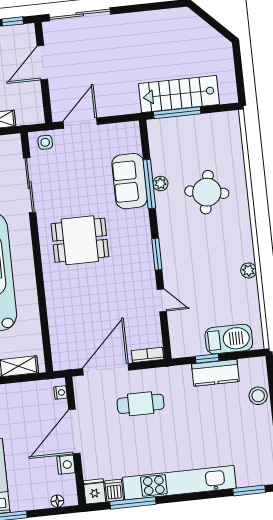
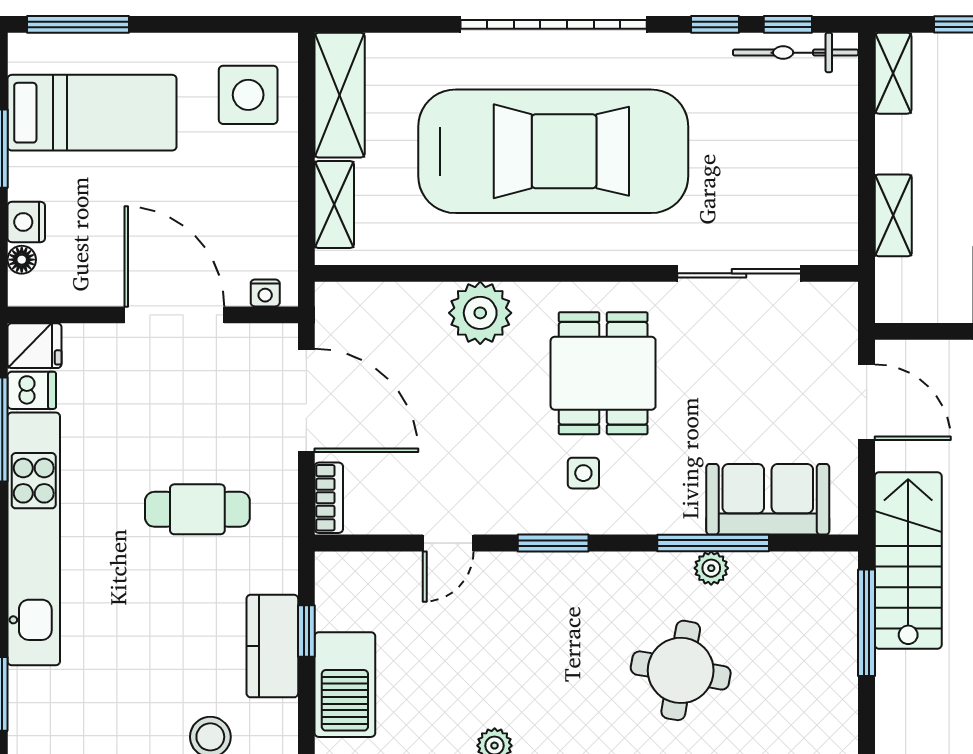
stairs: (179, 94) -> (908, 561), moved
side table: (45, 142) -> (583, 473), moved
sofa: (130, 181) -> (768, 499), moved
plant: (59, 297) -> (480, 313), added
cafe table: (141, 404) -> (197, 509), moved, turned 90
nightstand: (66, 465) -> (26, 222), moved, turned 90

